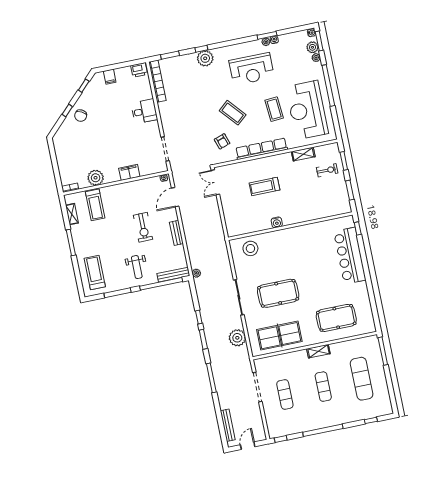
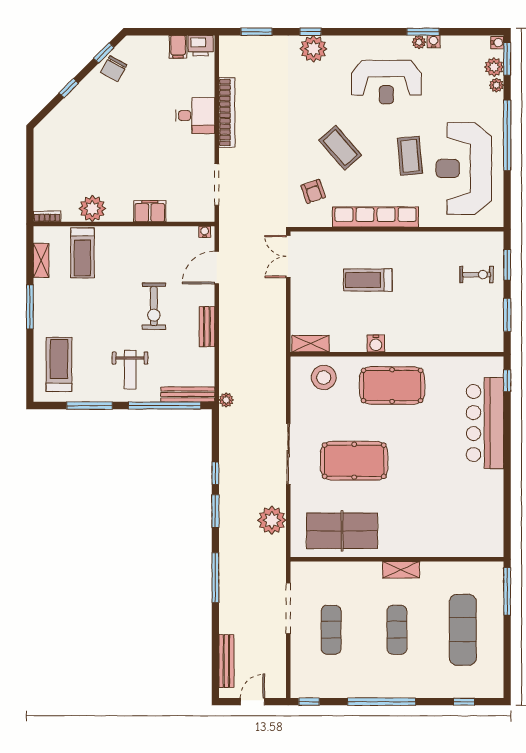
filing cabinet: (110, 77) -> (178, 47), moved
bookcase: (157, 81) -> (227, 112), moved
chair: (81, 116) -> (114, 69), moved
shelving: (303, 154) -> (310, 344), moved
pool table: (336, 318) -> (392, 385), moved

